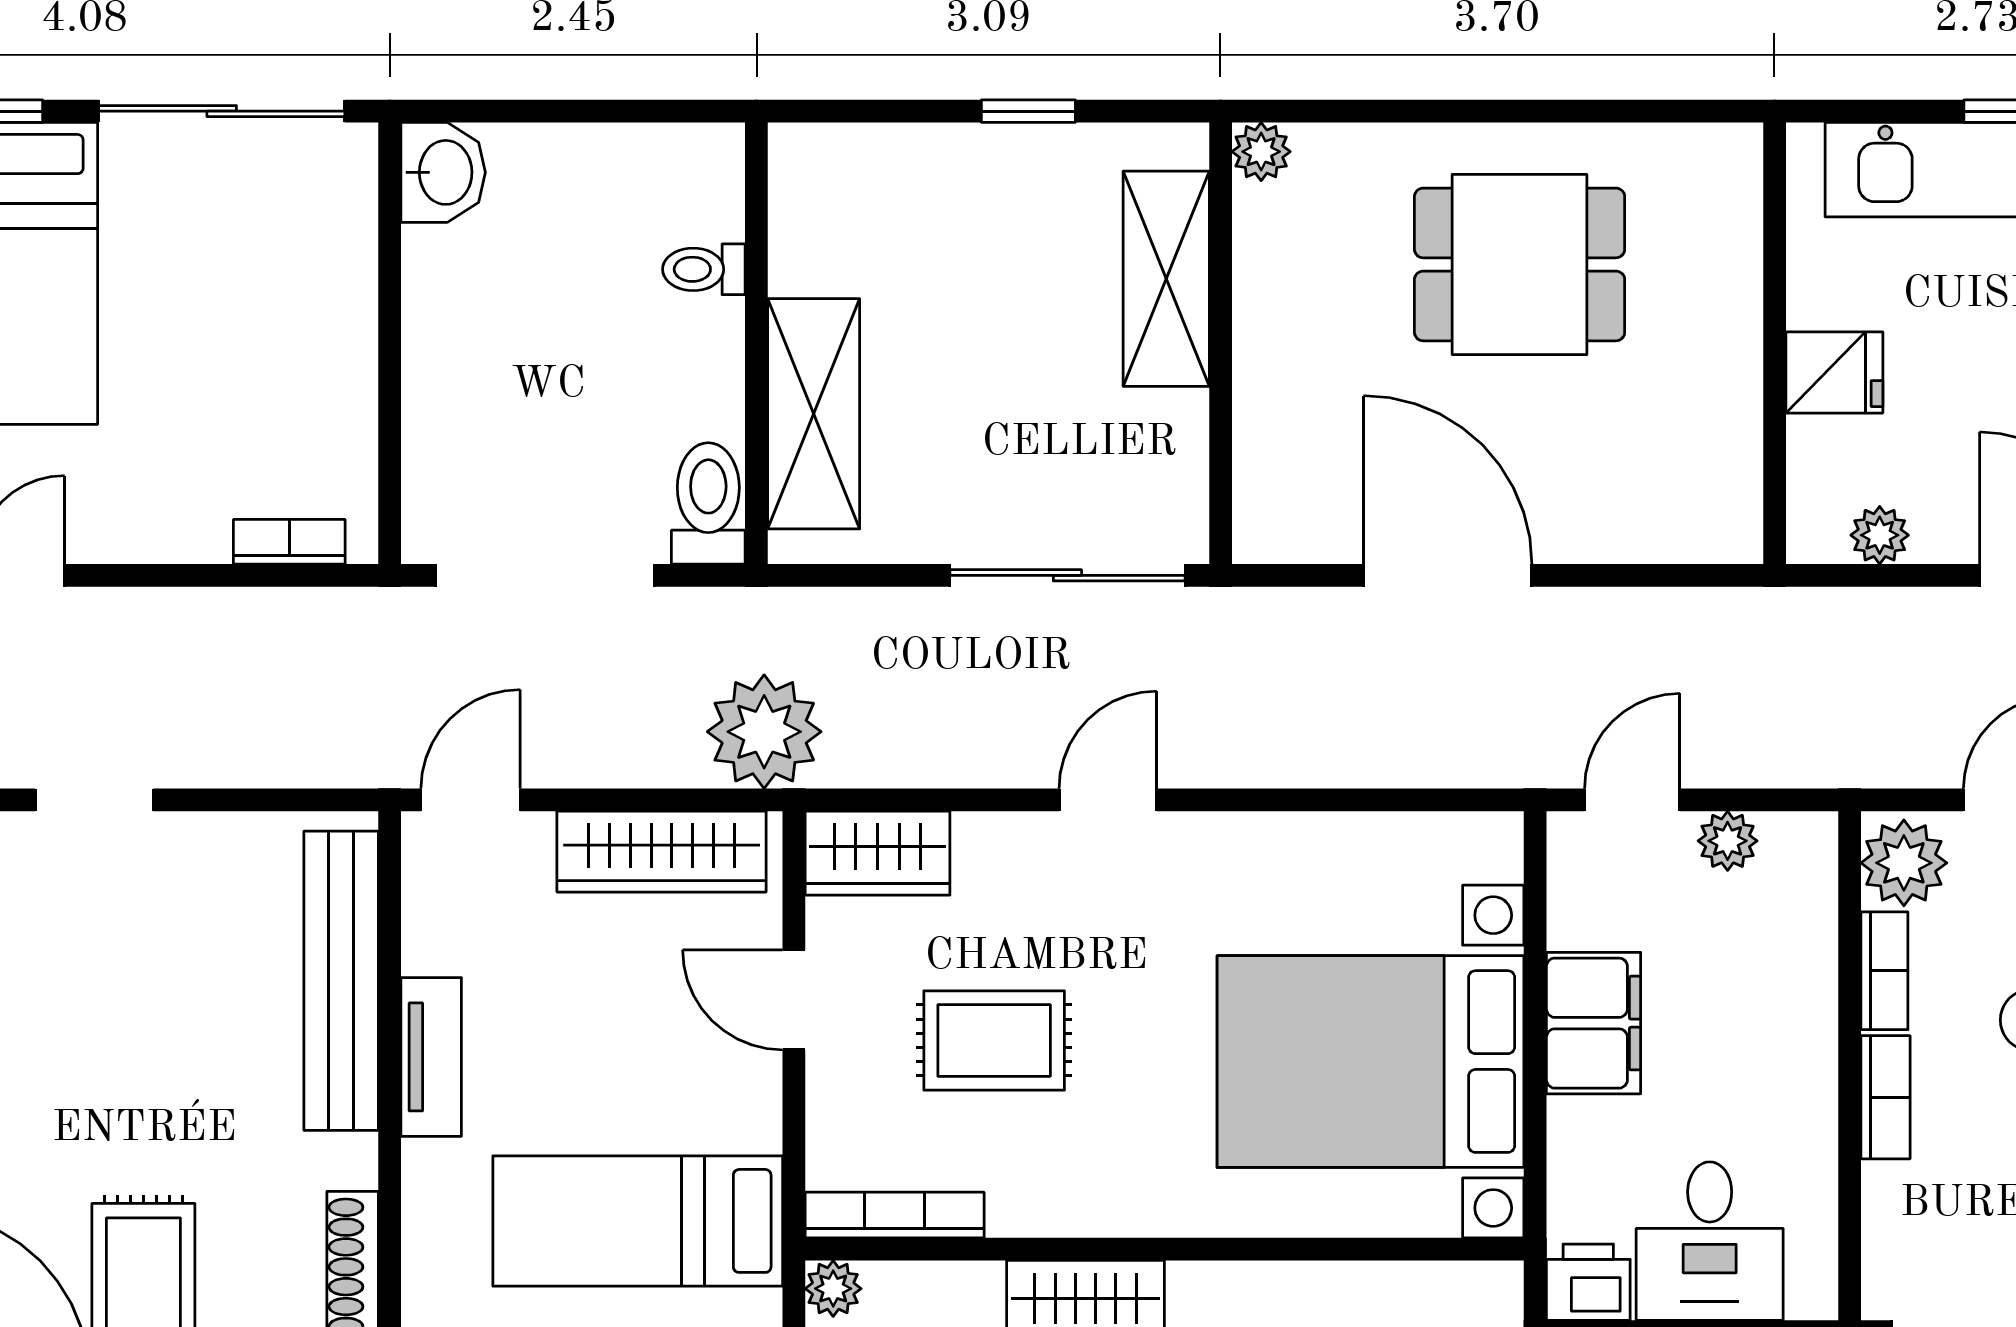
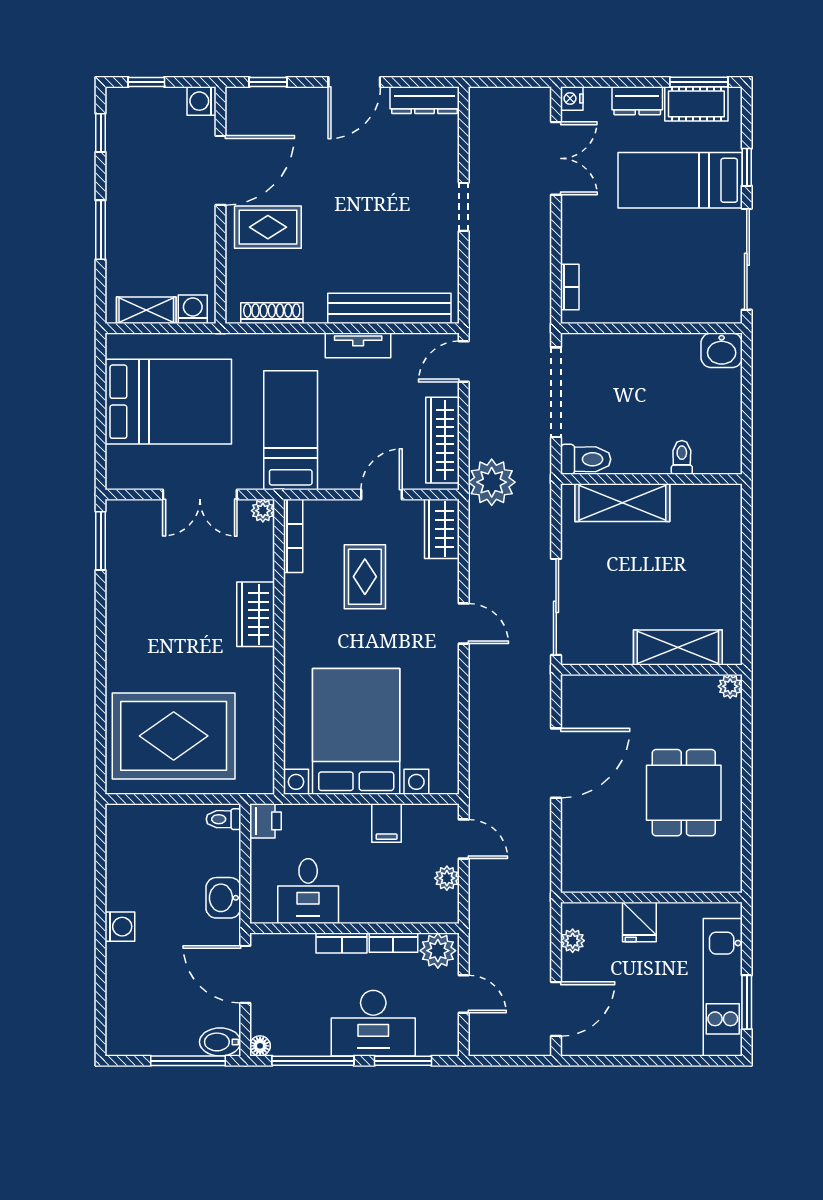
window: (1028, 111) -> (747, 591), removed
door: (471, 800) -> (464, 362), swing flipped
filing cabinet: (1593, 1023) -> (387, 823), width x0.50
desk: (1710, 1241) -> (308, 891), moved, turned -90

